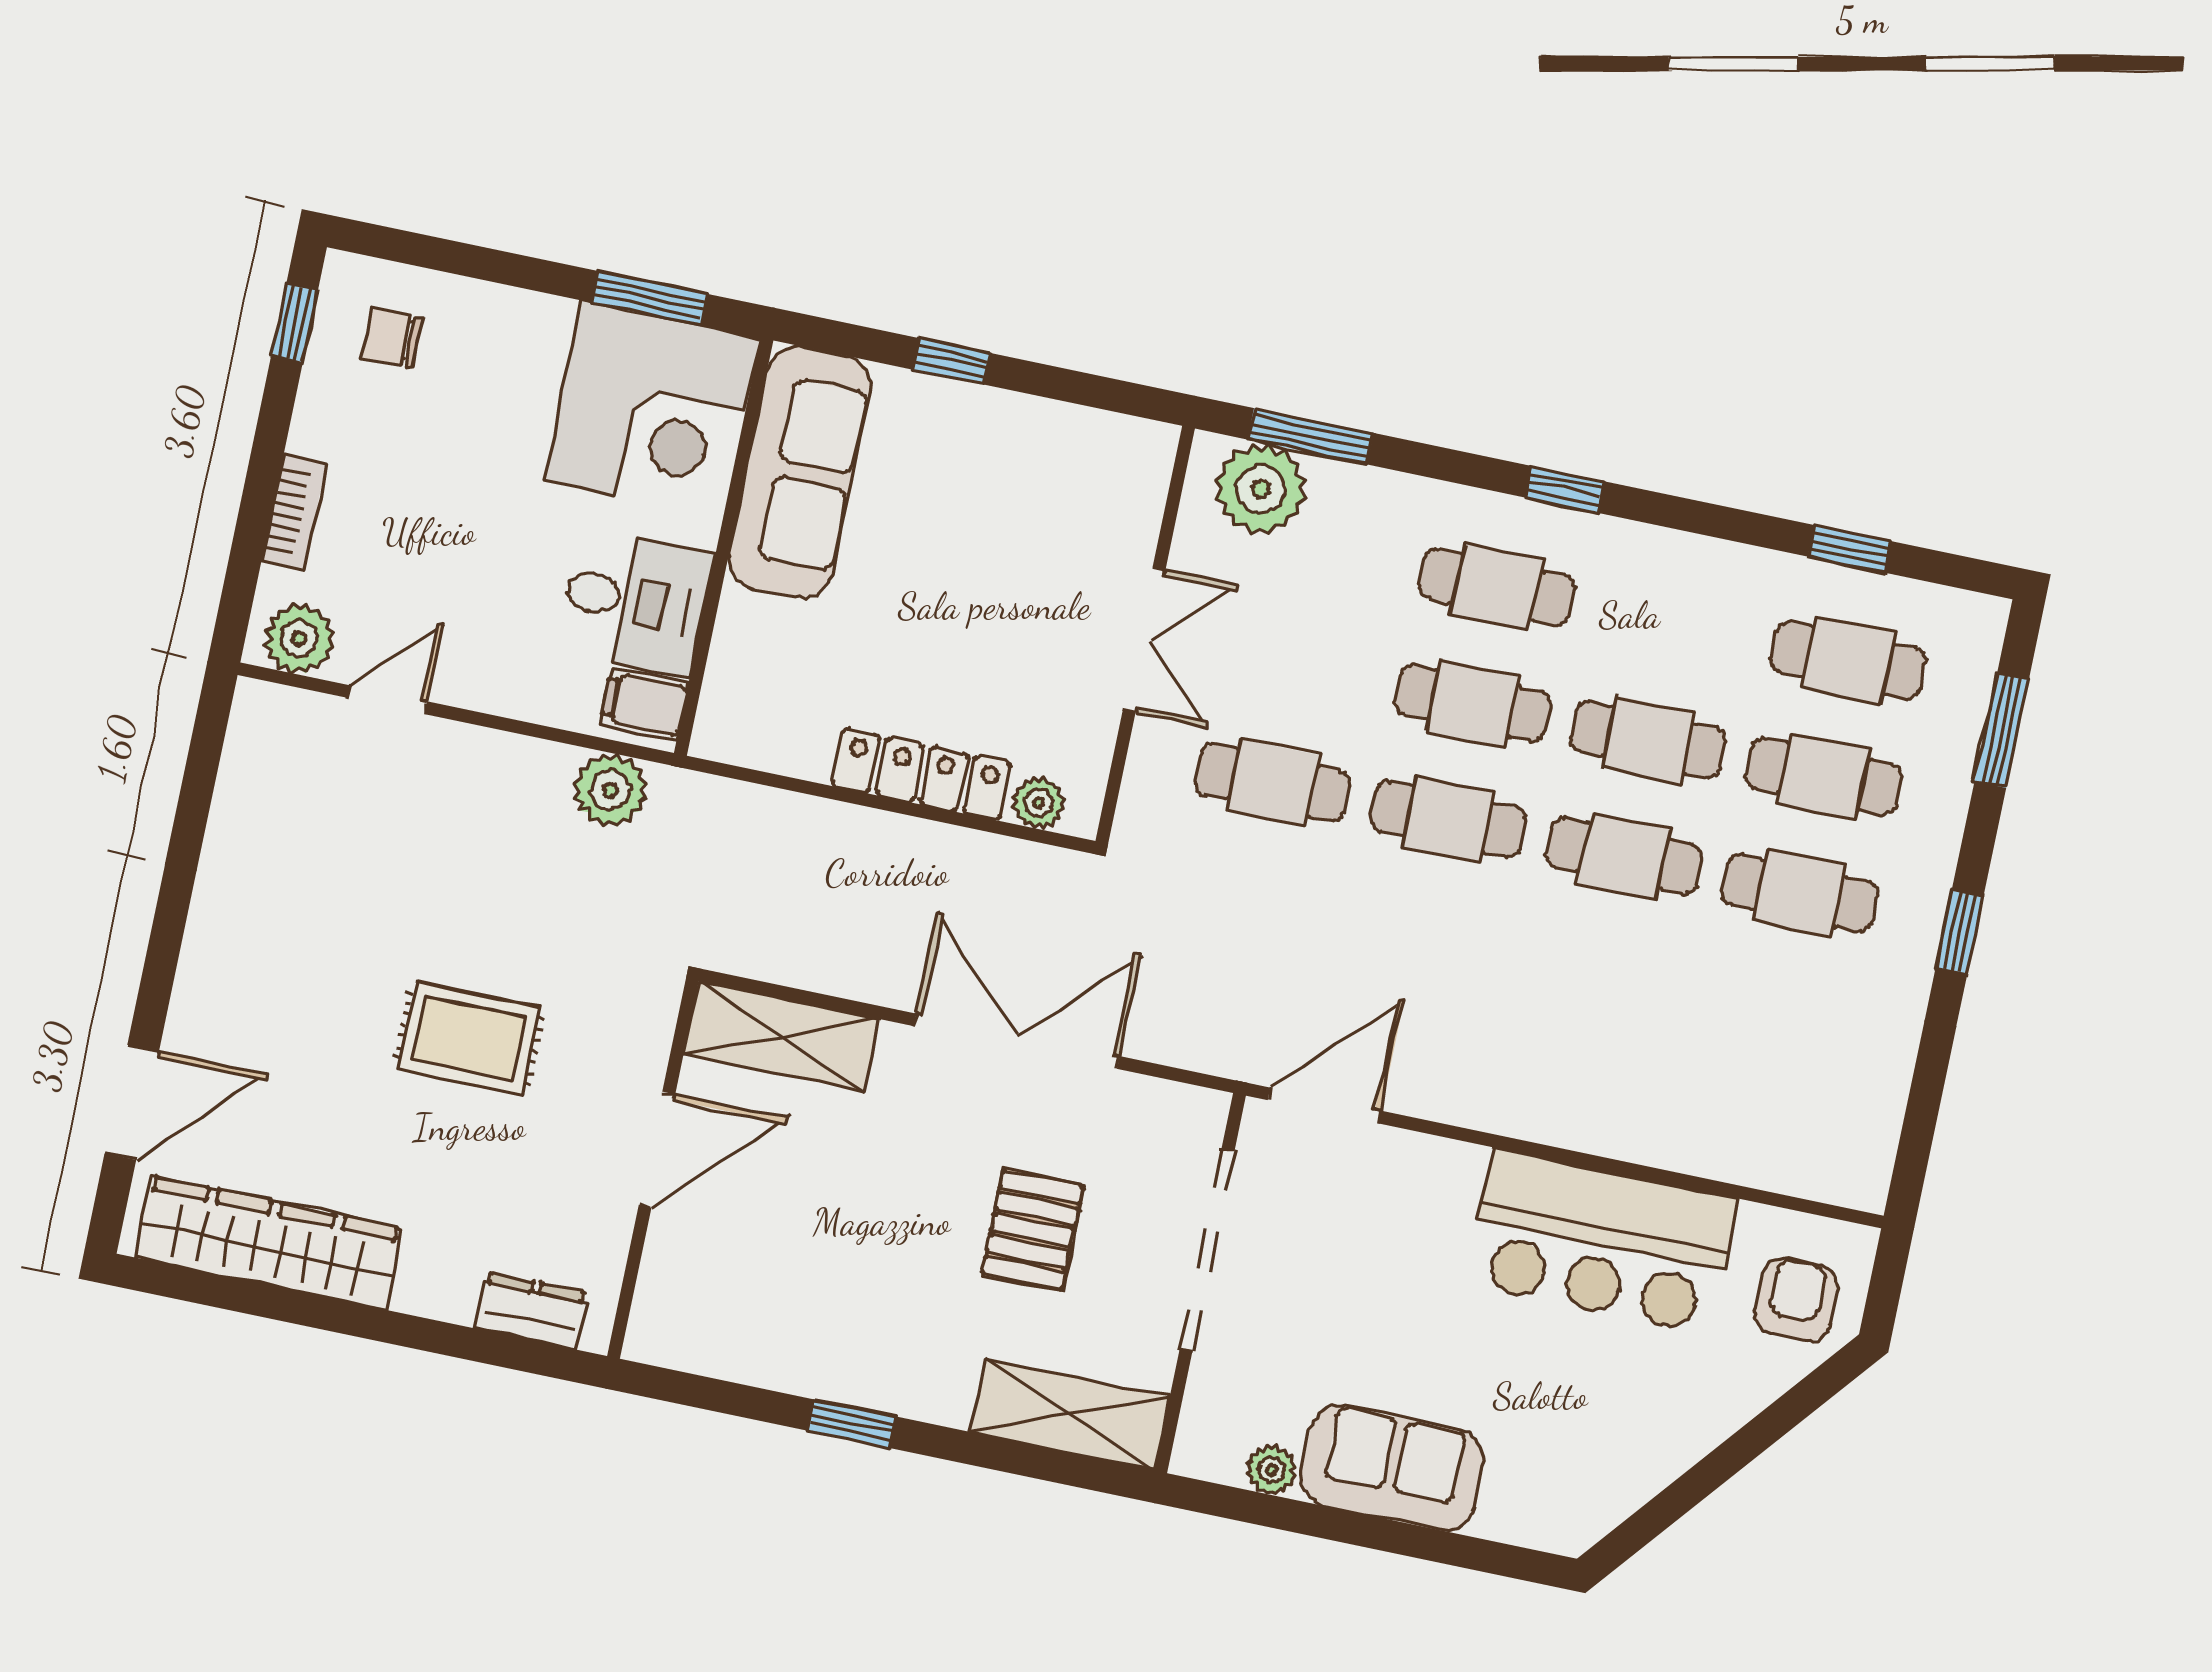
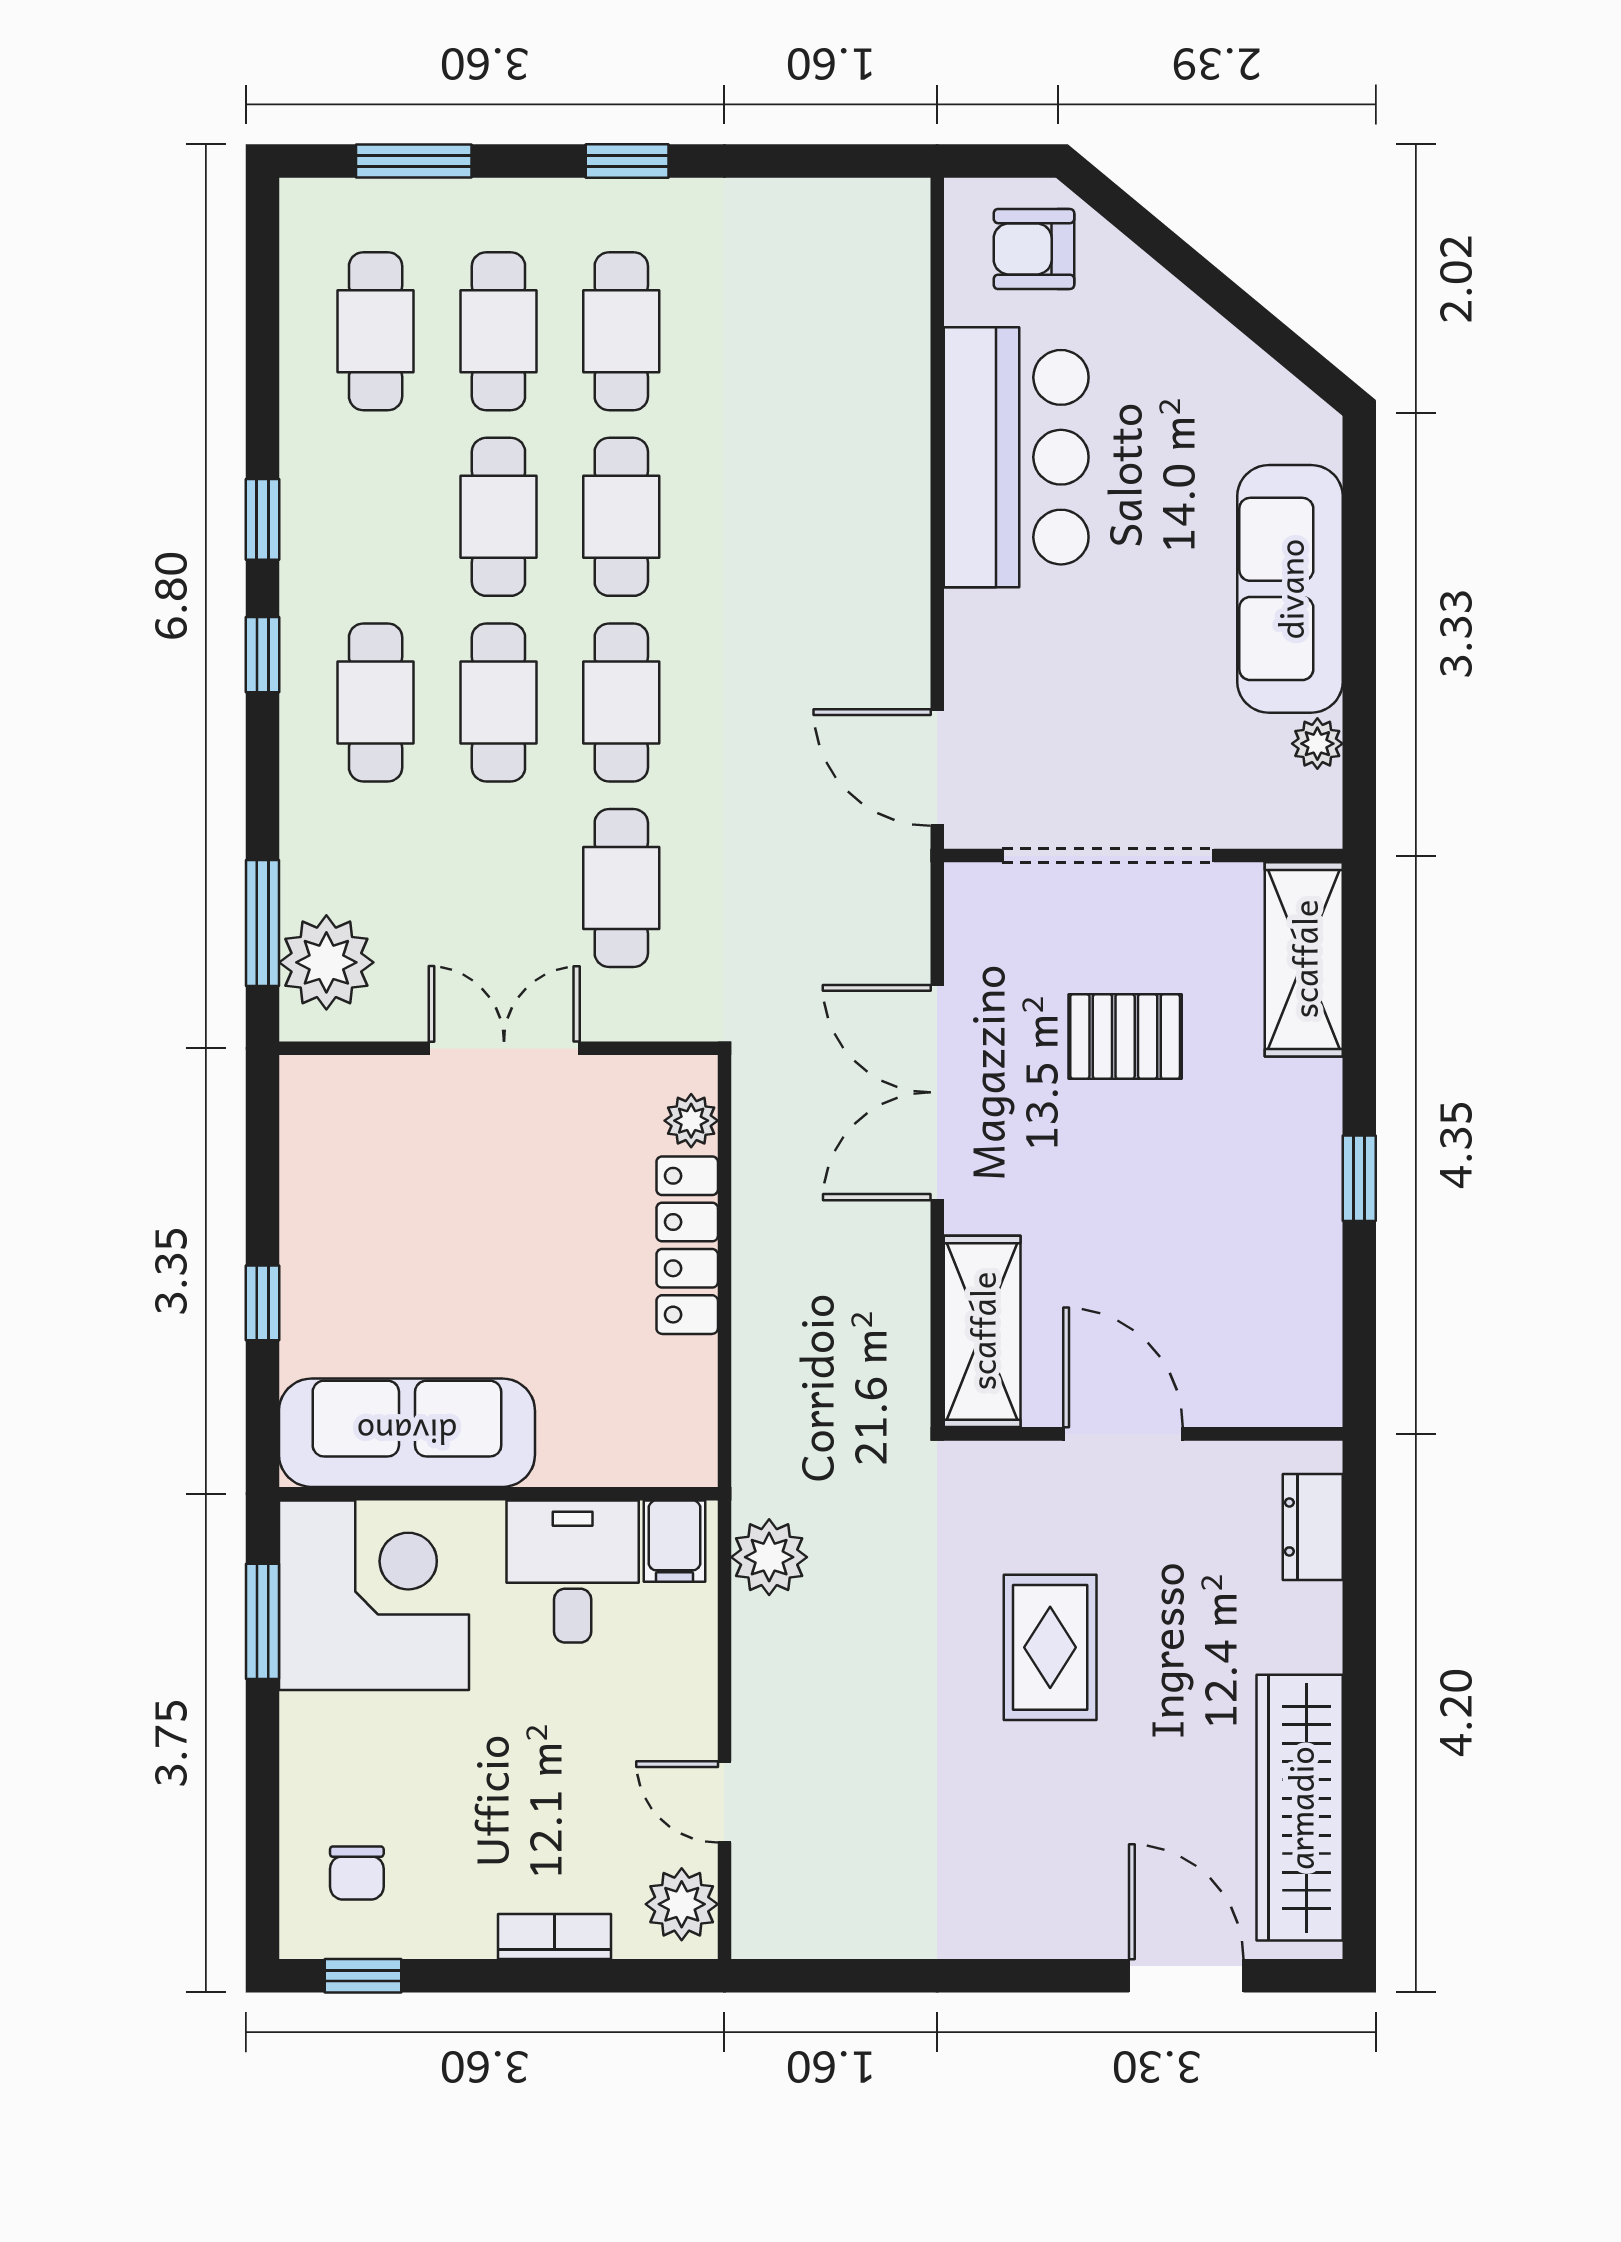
window: (1850, 549) -> (262, 519), moved
sofa: (1392, 1468) -> (1290, 589), width x1.36

